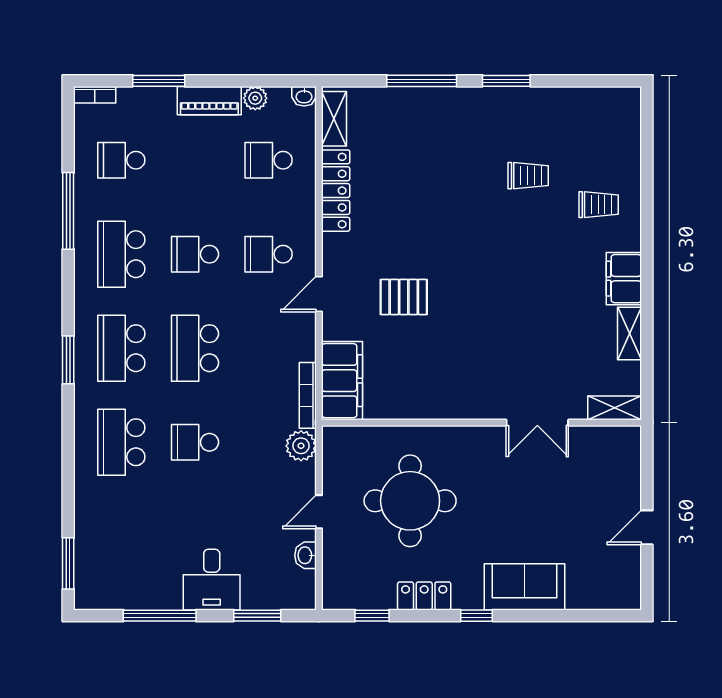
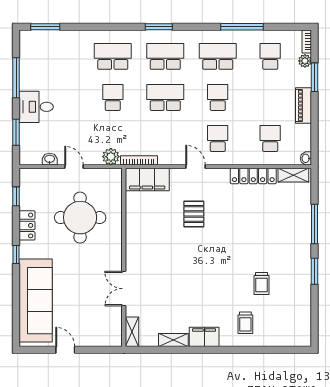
plant: (255, 98) -> (305, 61), moved
sofa: (525, 587) -> (36, 301), width x1.85, depth x1.27

